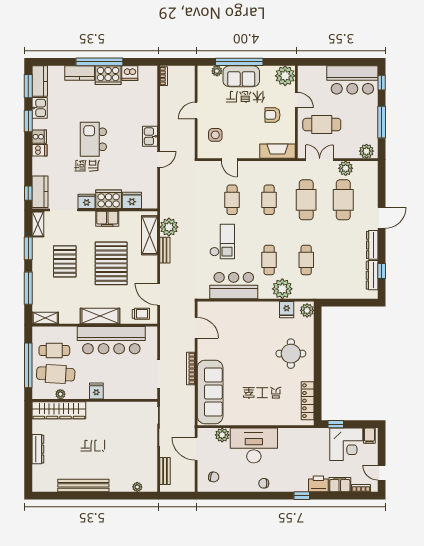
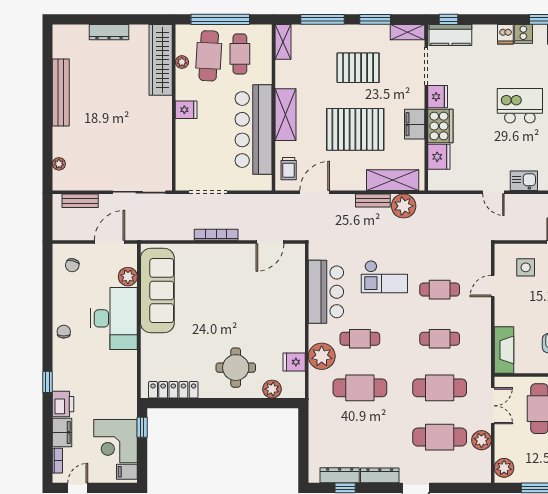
cafe table: (306, 260) -> (360, 388), width x1.37, depth x1.35
plant: (307, 310) -> (272, 389), moved
sofa: (210, 392) -> (157, 291), moved, turned -90

